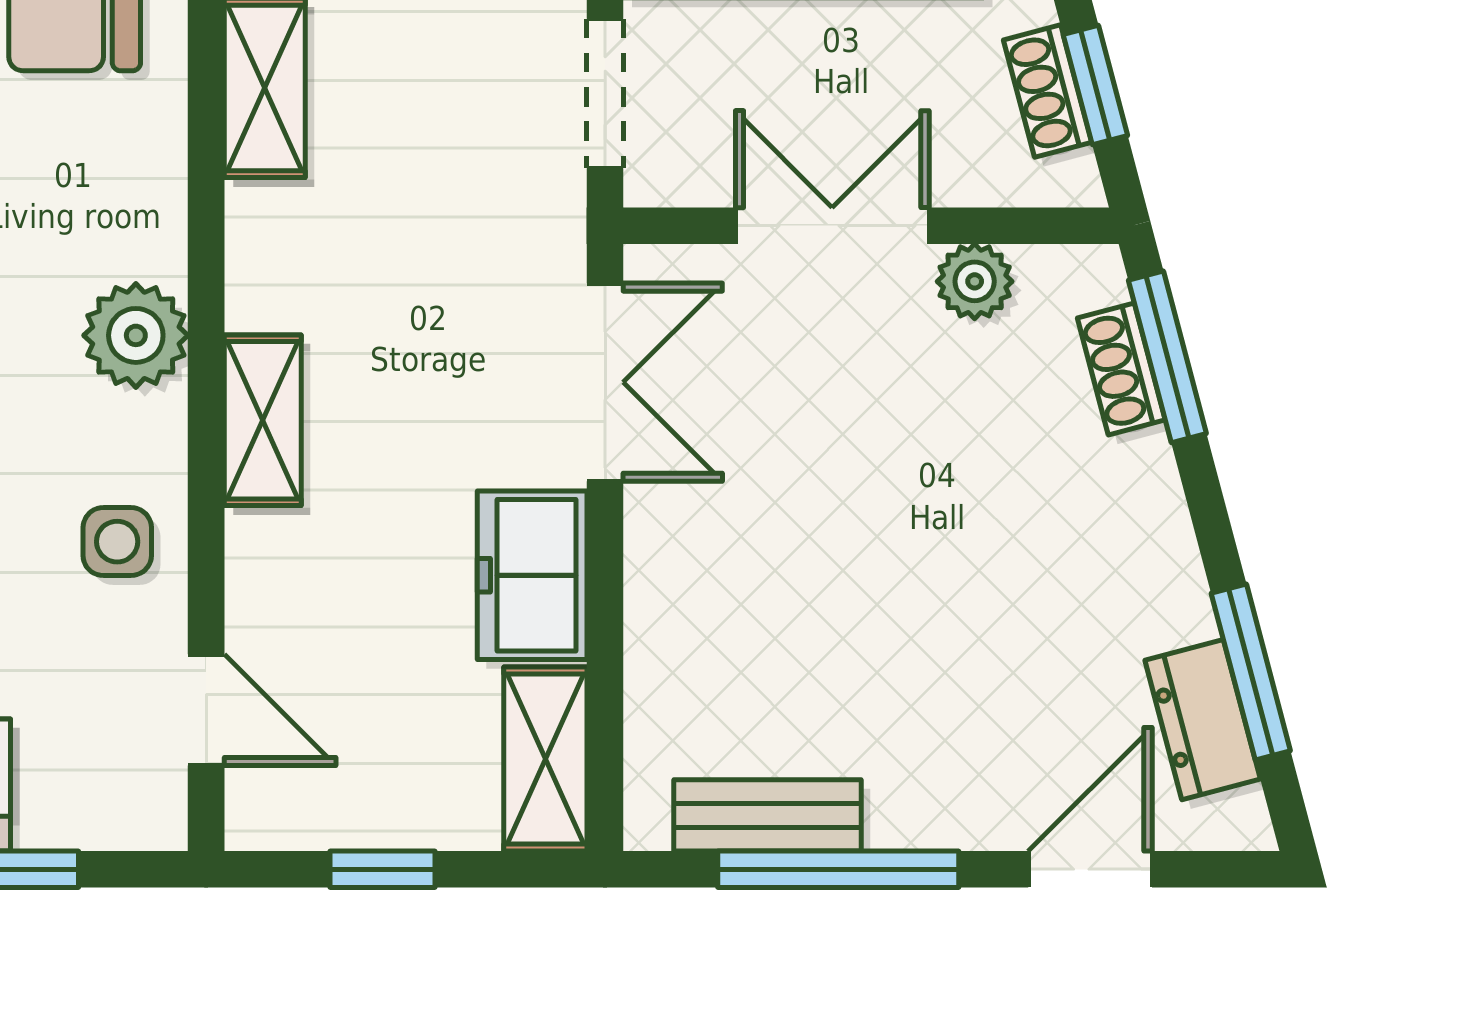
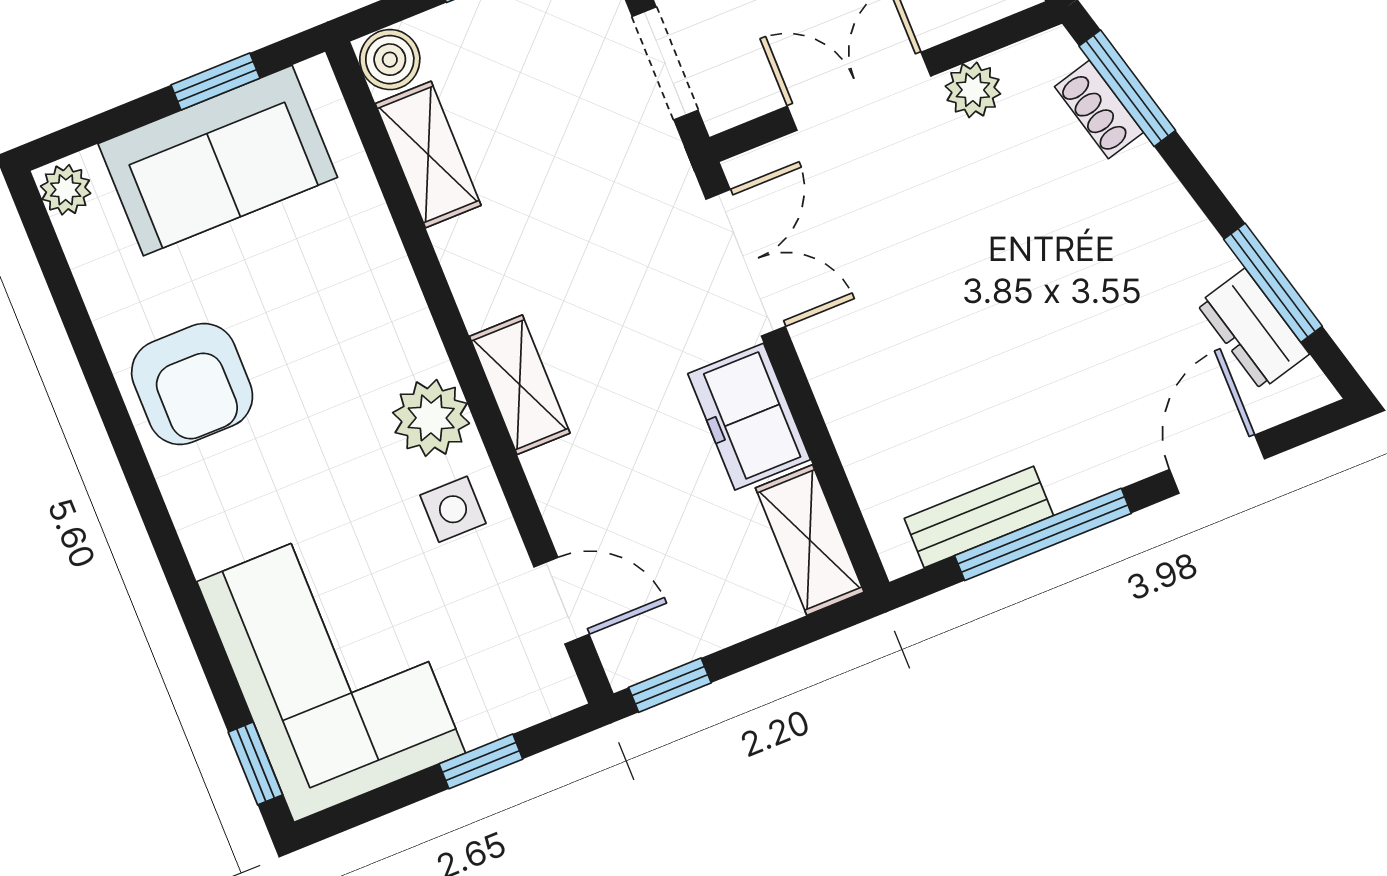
plant: (136, 335) -> (431, 418), moved
window: (382, 869) -> (670, 685), moved

